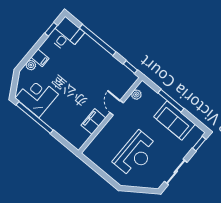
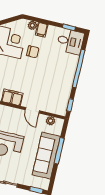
chair: (58, 78) -> (33, 52), added
door: (117, 108) -> (32, 110), swing flipped
sofa: (174, 120) -> (46, 156), width x1.36

